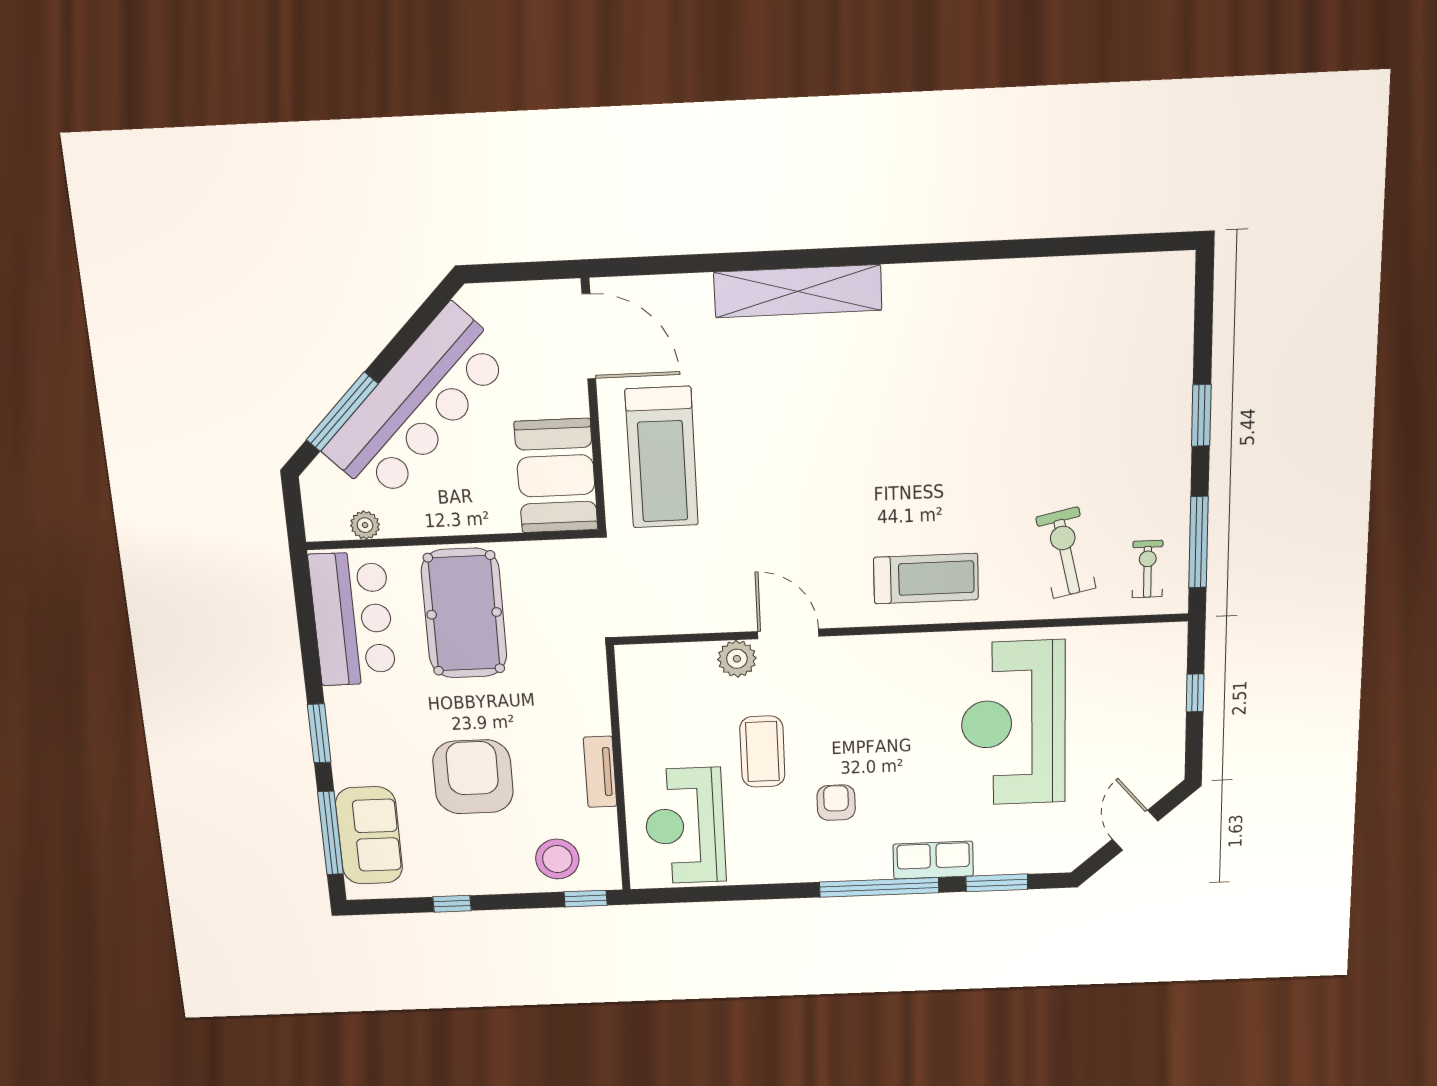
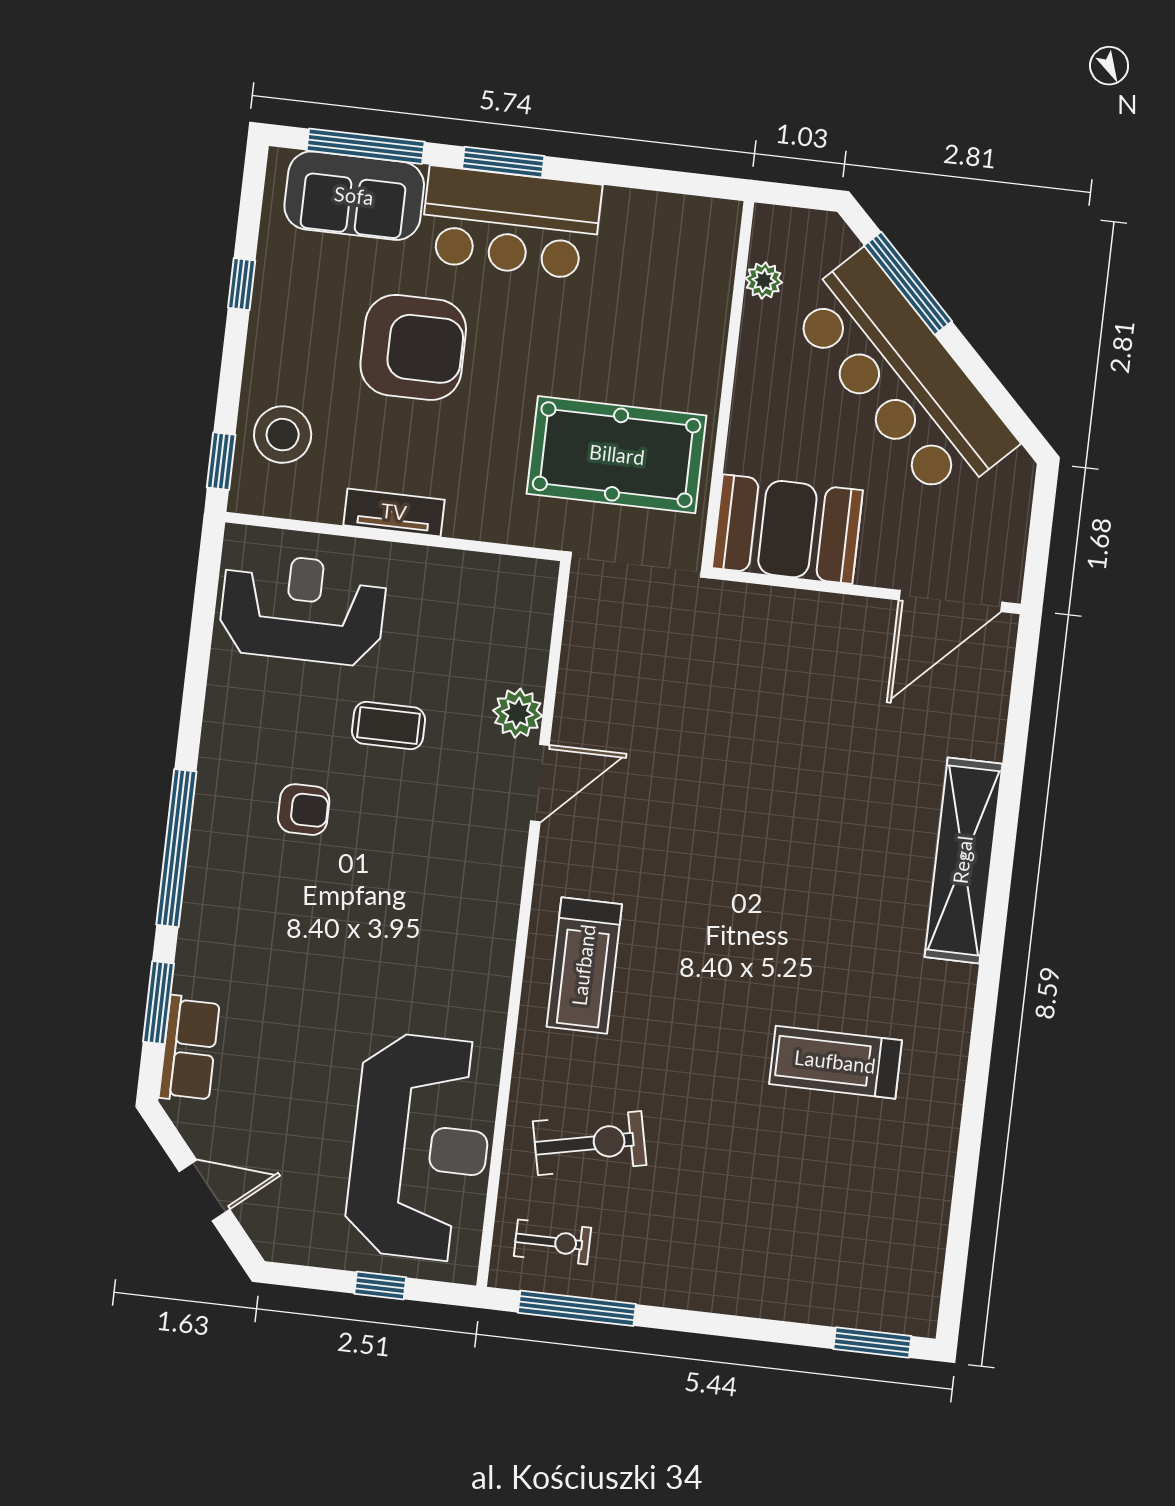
window: (1201, 415) -> (872, 1342), moved
treadmill: (662, 457) -> (835, 1062), moved, width x0.73, depth x0.73
pool table: (464, 613) -> (617, 455), moved
bar counter: (353, 619) -> (511, 223), moved
reception desk: (1013, 723) -> (420, 1147), moved, turned 90
coffee table: (762, 752) -> (389, 726), width x0.73, depth x0.77
row of seats: (933, 860) -> (189, 1049), moved

